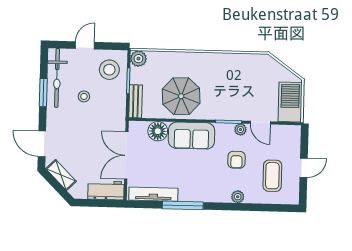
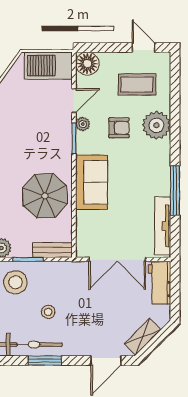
floor lamp: (158, 131) -> (87, 64), moved
door: (304, 168) -> (143, 47), moved
plant: (238, 197) -> (156, 125), width x1.87, depth x1.87

